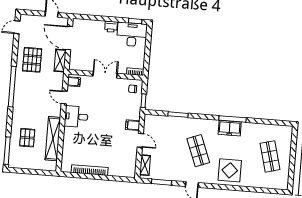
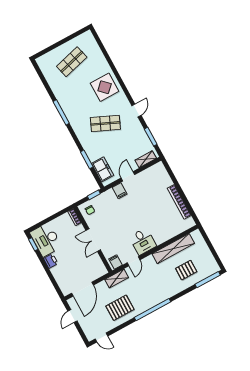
shelving: (60, 61) -> (117, 279), moved
freezer: (230, 128) -> (103, 169), moved
shop shelf: (198, 151) -> (105, 123), turned 45

